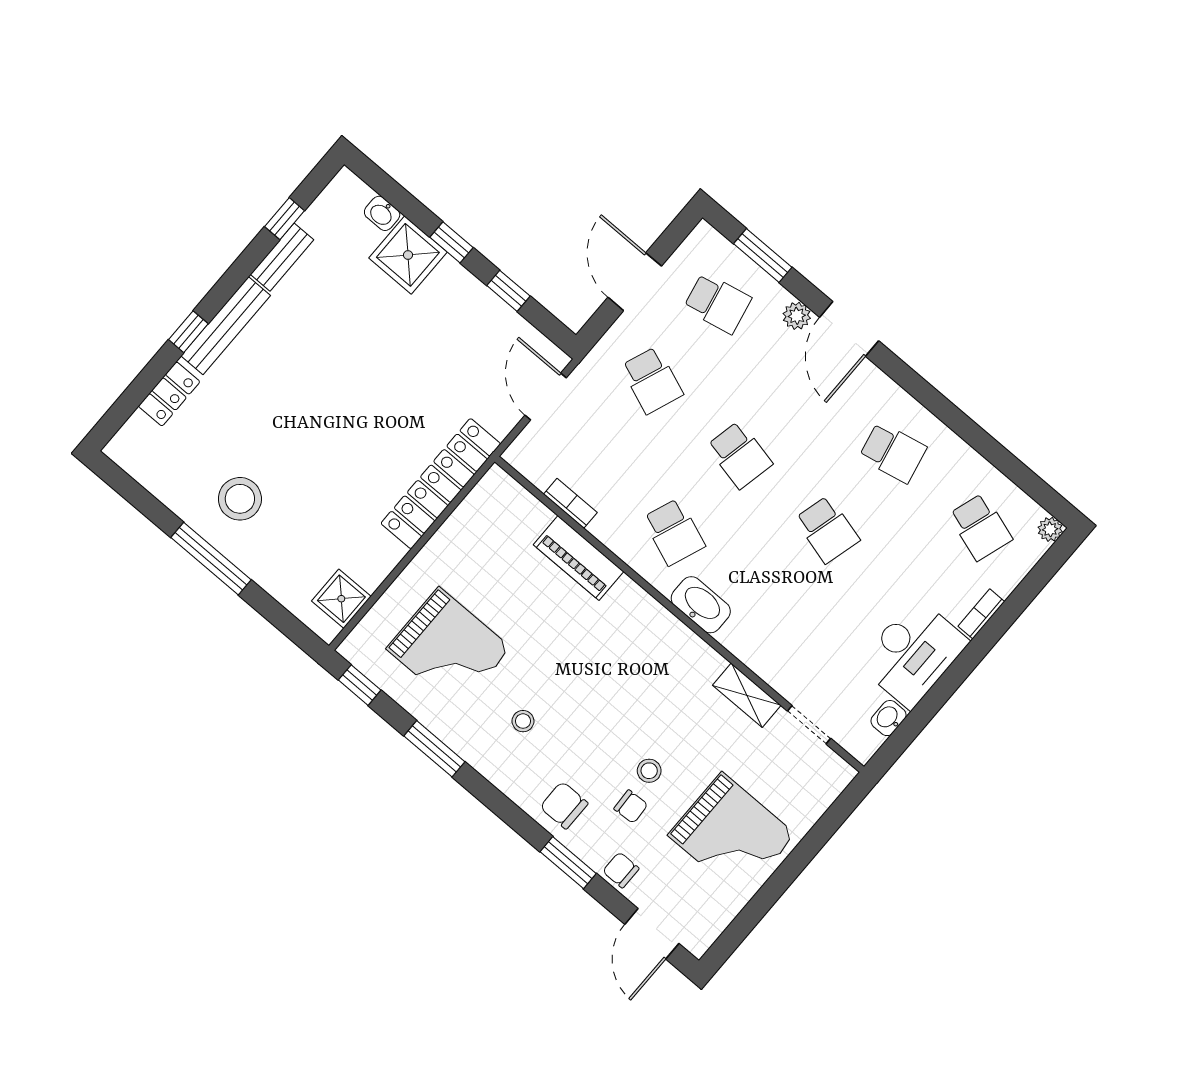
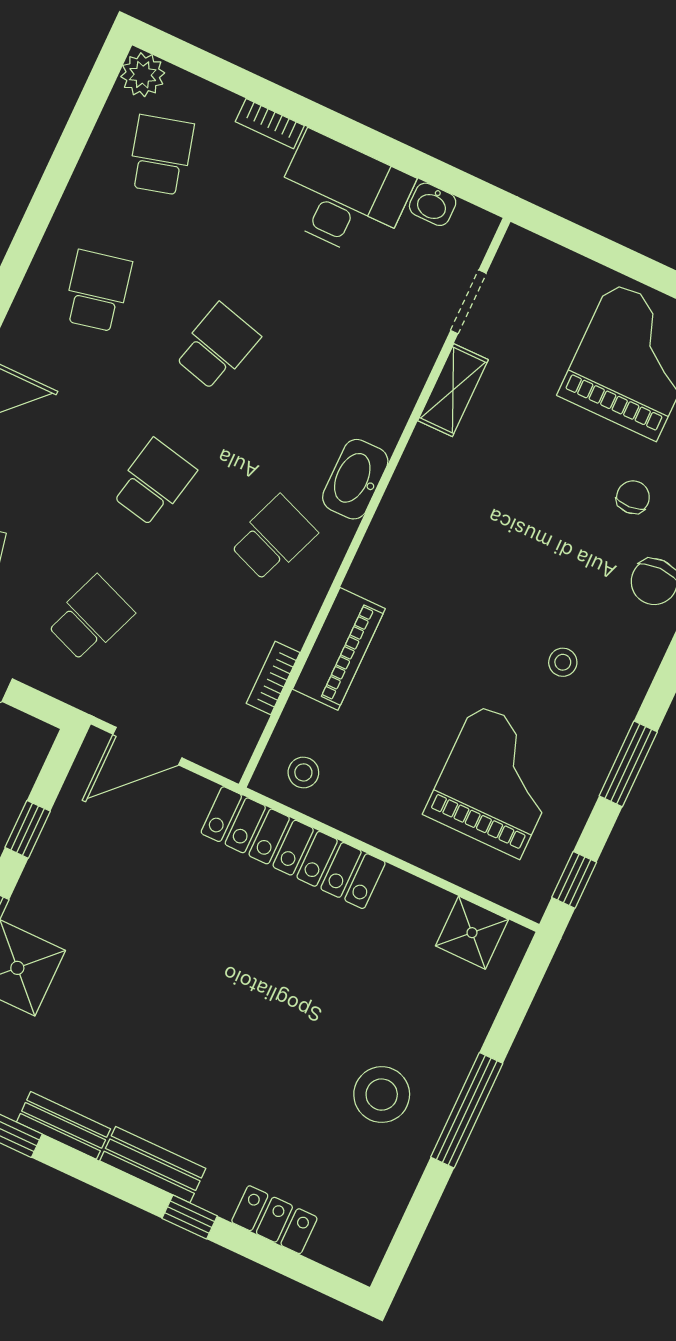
bench: (226, 326) -> (153, 1165), width x0.73
school desk: (980, 527) -> (161, 155), turned -33
plant: (1050, 529) -> (143, 75), width x1.38, depth x1.38
stool: (649, 771) -> (303, 772), moved

